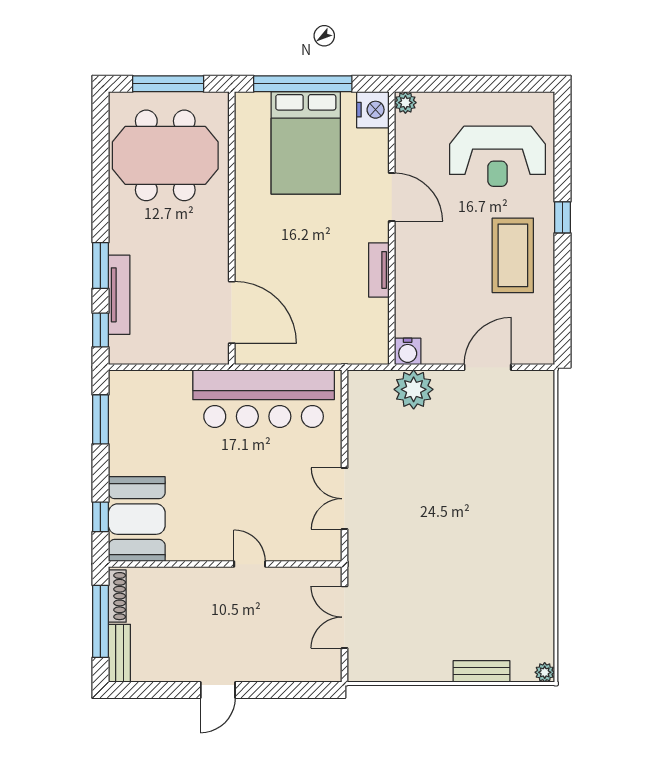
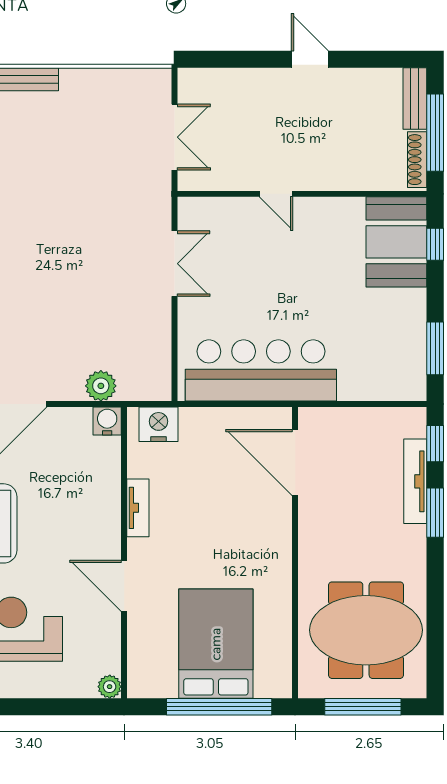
nightstand: (373, 110) -> (159, 424), moved, turned 90
plant: (414, 389) -> (101, 386), width x0.73, depth x0.73
door: (218, 690) -> (310, 59), hinge flipped

